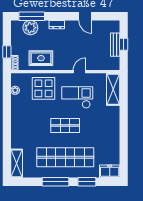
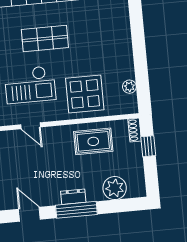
window: (32, 16) -> (76, 210), moved
door: (79, 72) -> (31, 126), hinge flipped

